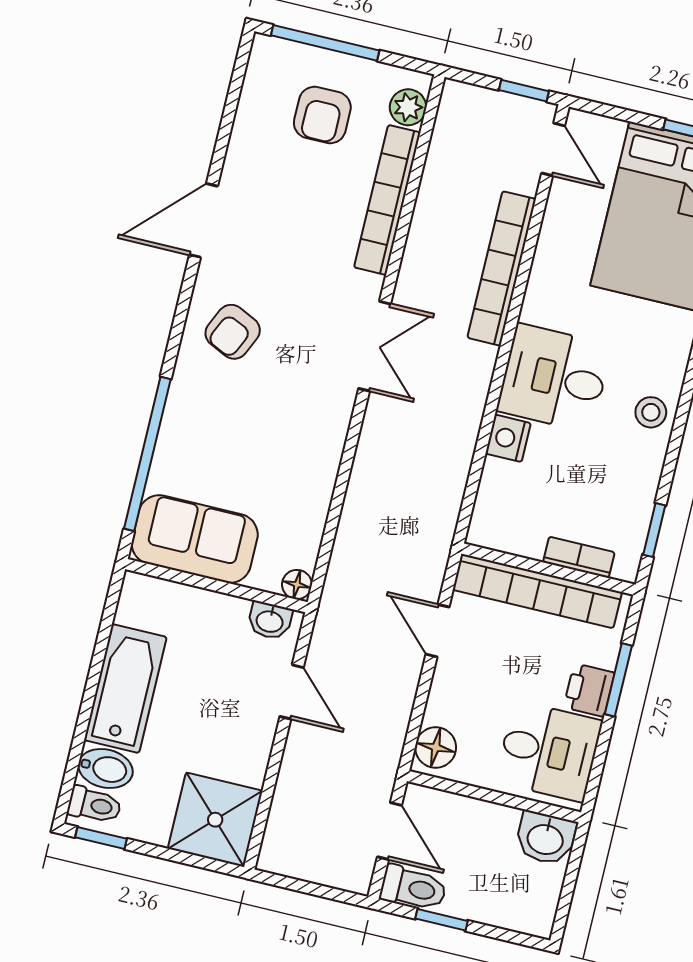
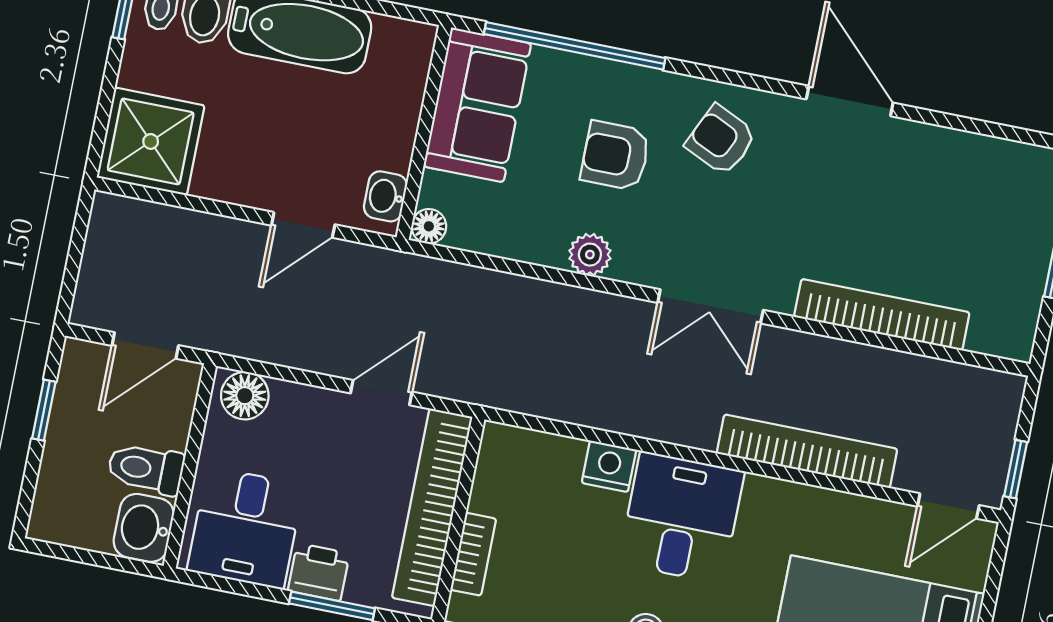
plant: (408, 107) -> (590, 255), moved
armchair: (322, 115) -> (615, 156), moved
toilet: (413, 888) -> (146, 469), moved, turned 90

